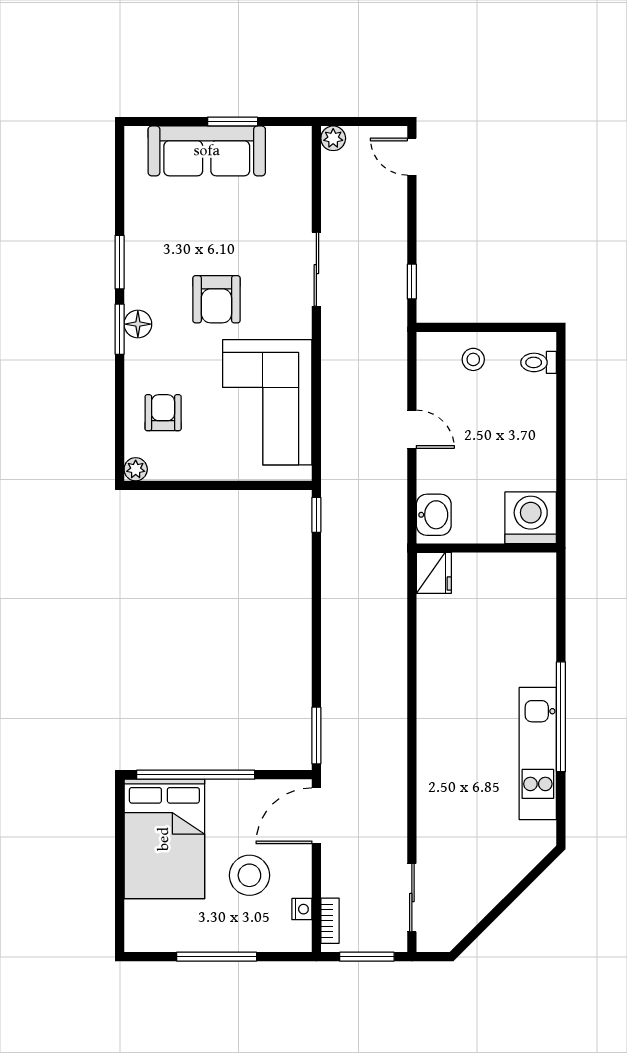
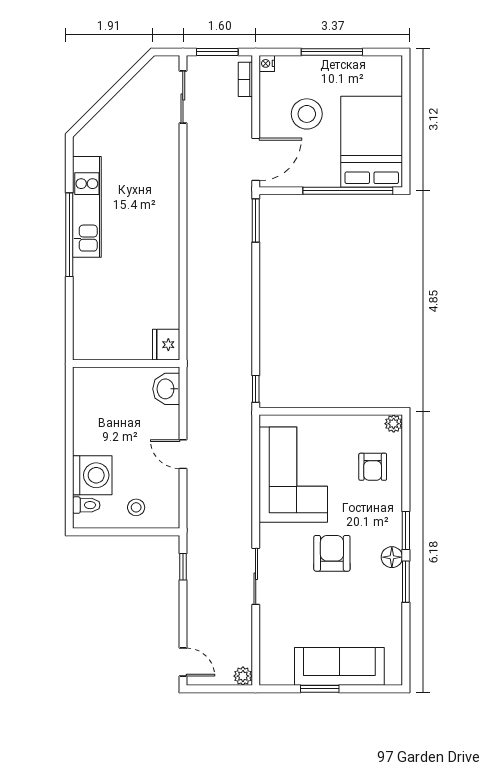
floor lamp: (138, 324) -> (392, 557), moved
washing machine: (531, 518) -> (92, 475), moved, turned -90
nightstand: (302, 909) -> (267, 63), moved

